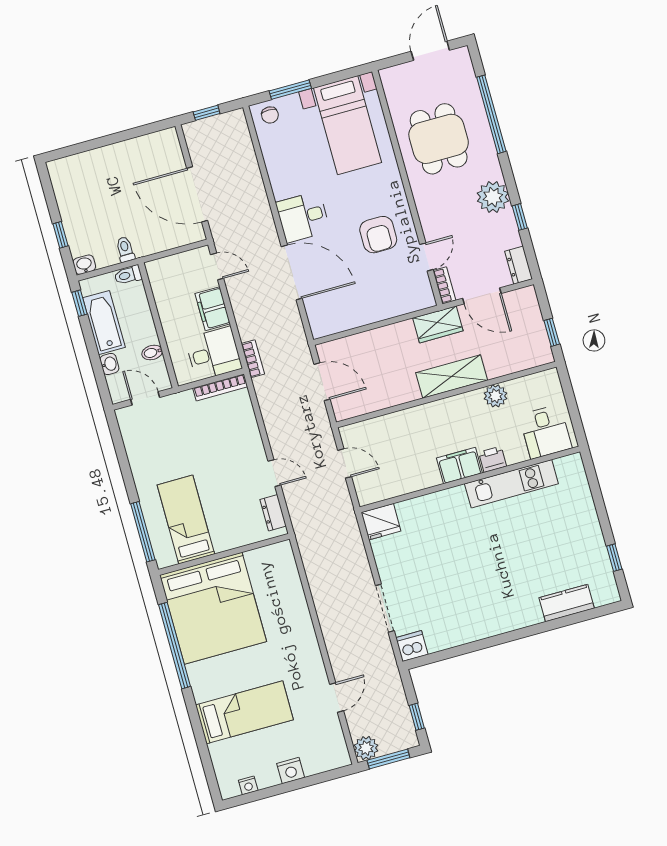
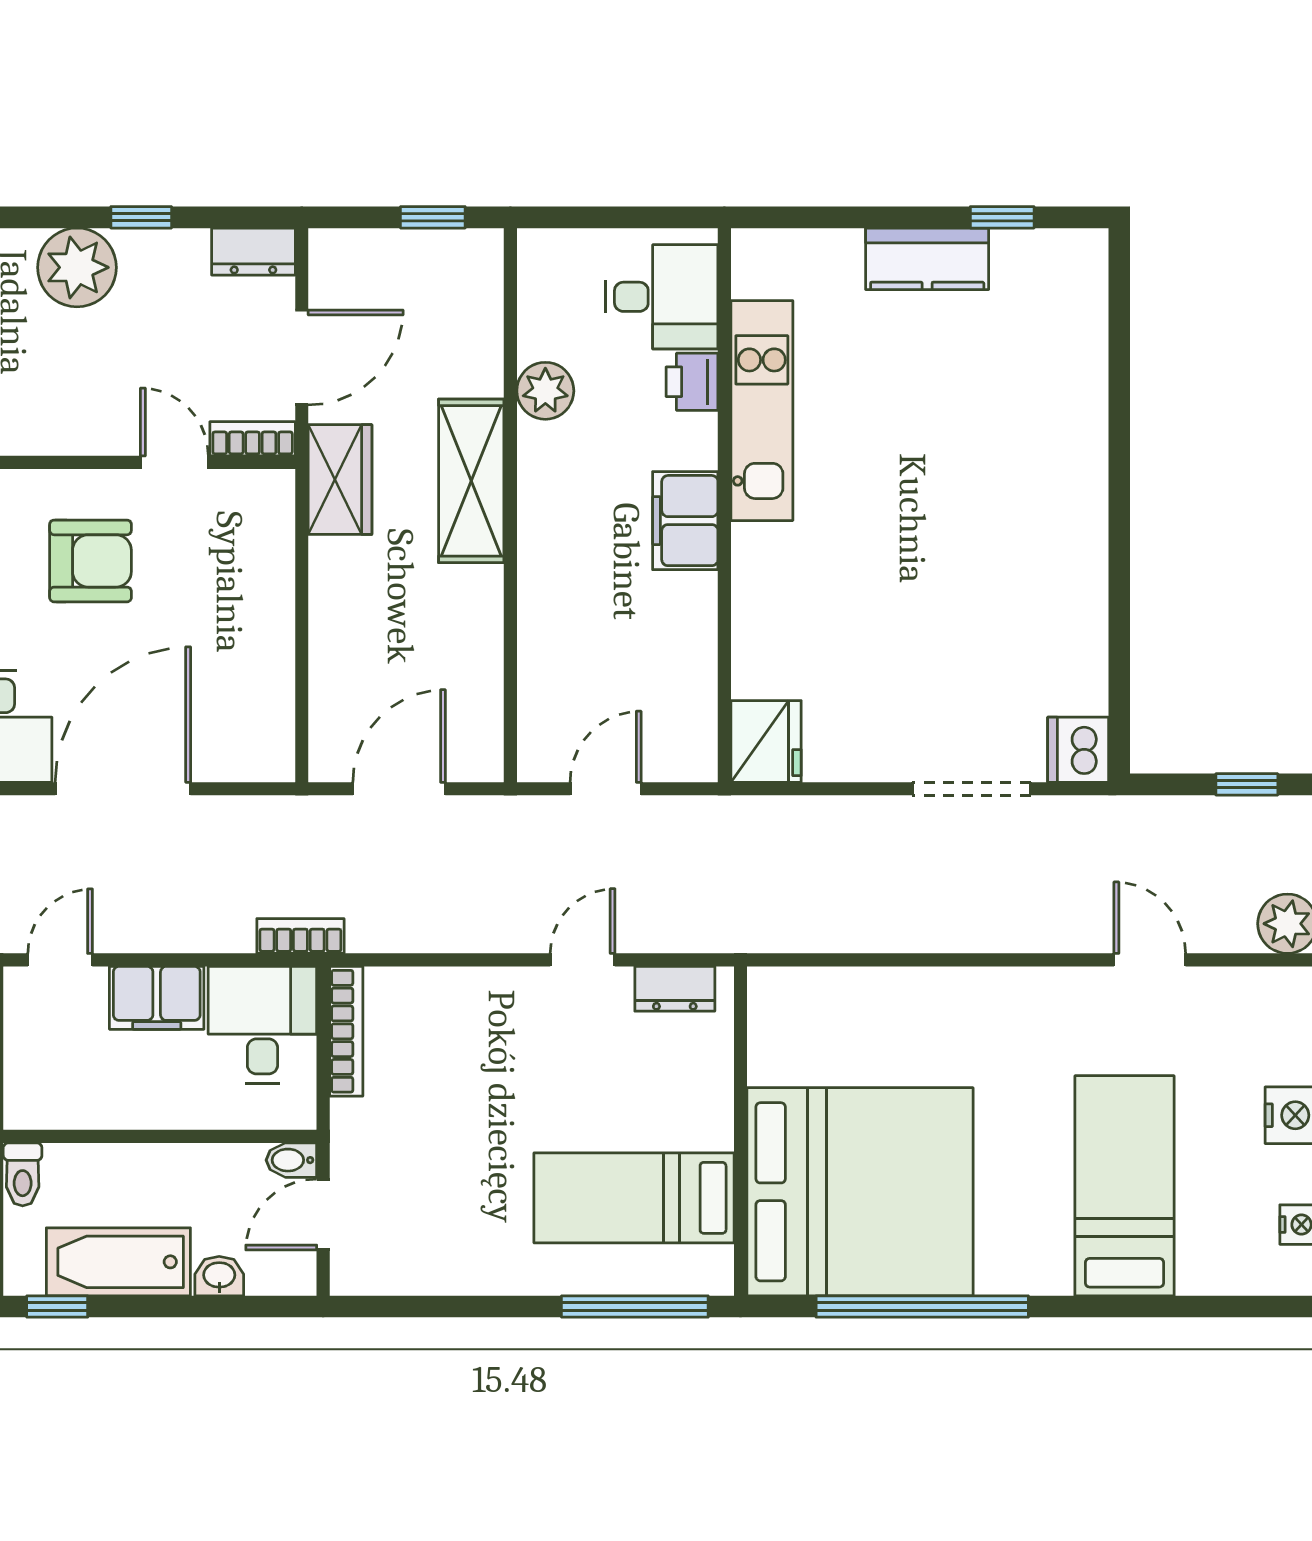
bidet: (152, 352) -> (291, 1160), moved, turned 90
printer: (493, 459) -> (692, 382), moved
kitchen counter: (567, 603) -> (927, 259), moved, turned -90

